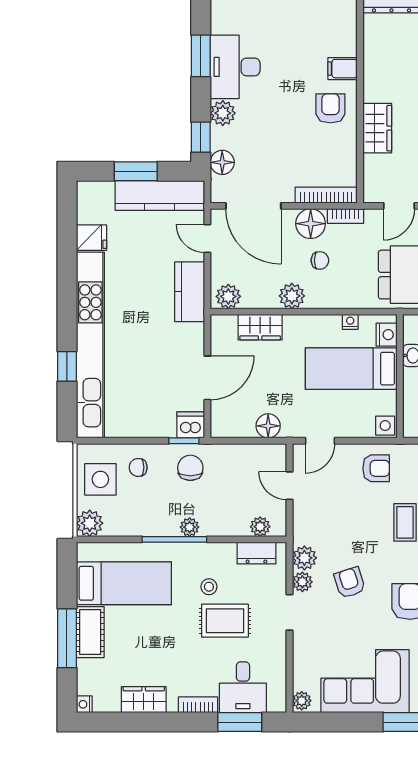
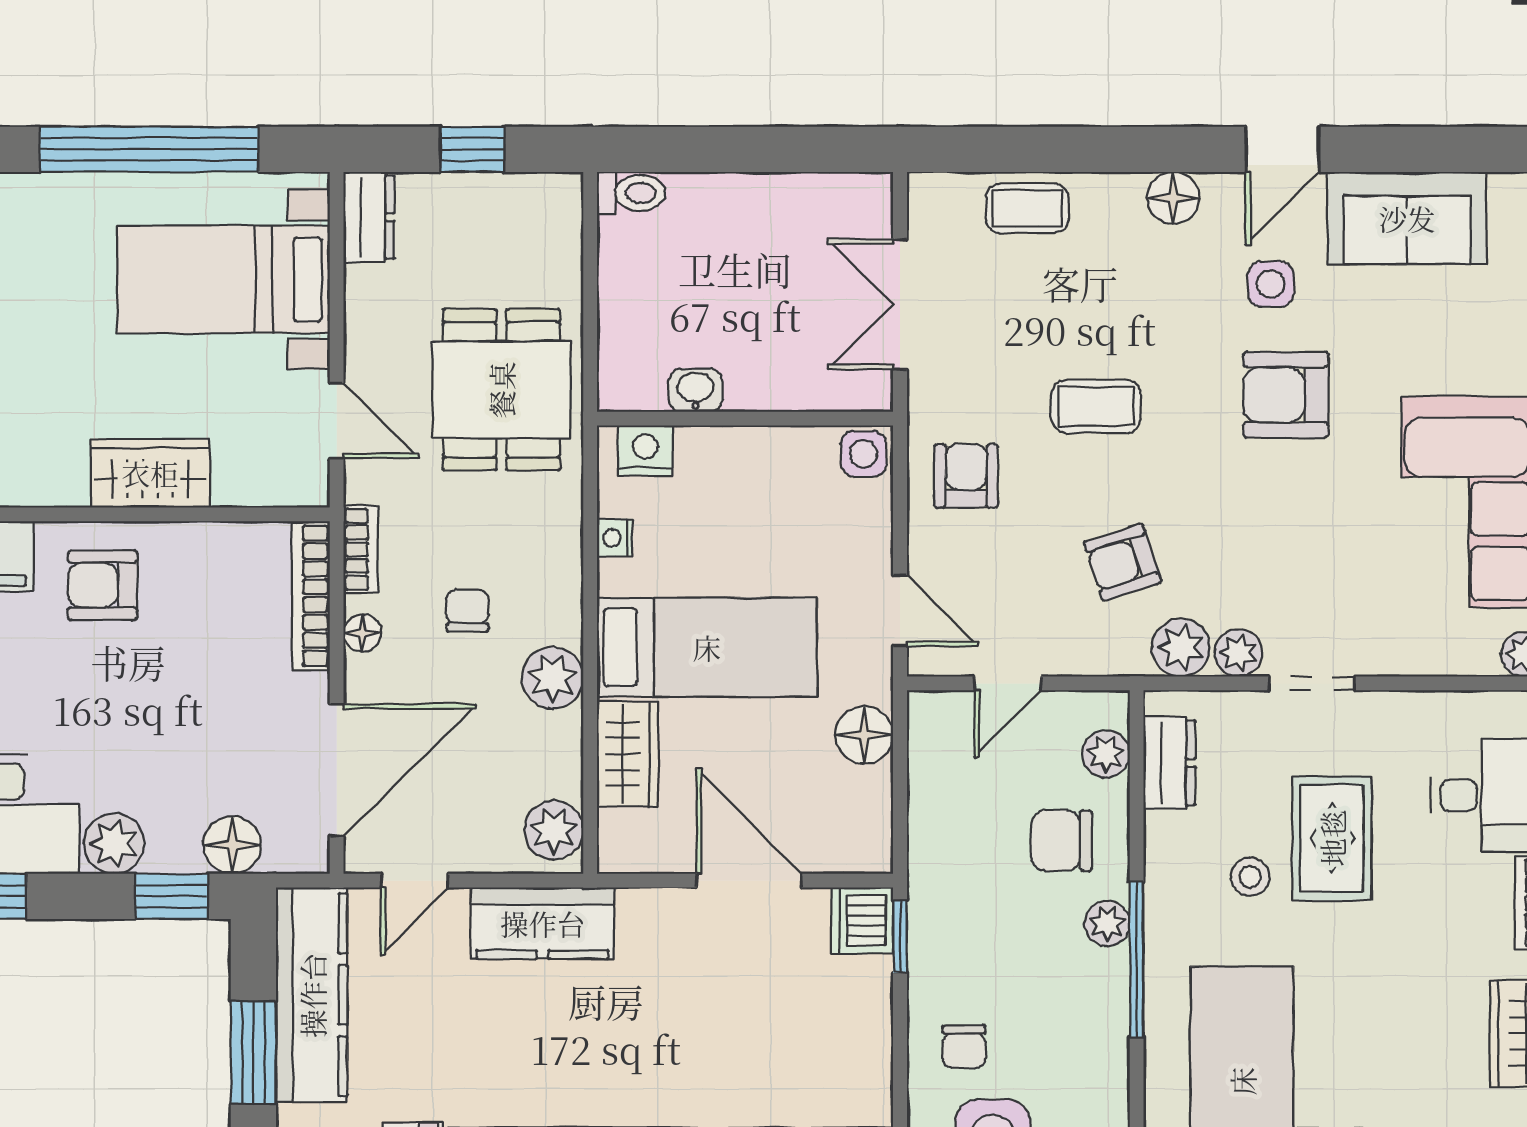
floor lamp: (311, 224) -> (362, 633), width x0.53, depth x0.53
bed: (351, 369) -> (707, 647), moved, turned -90
chair: (190, 468) -> (1061, 841), moved
armchair: (350, 583) -> (1122, 562), moved

